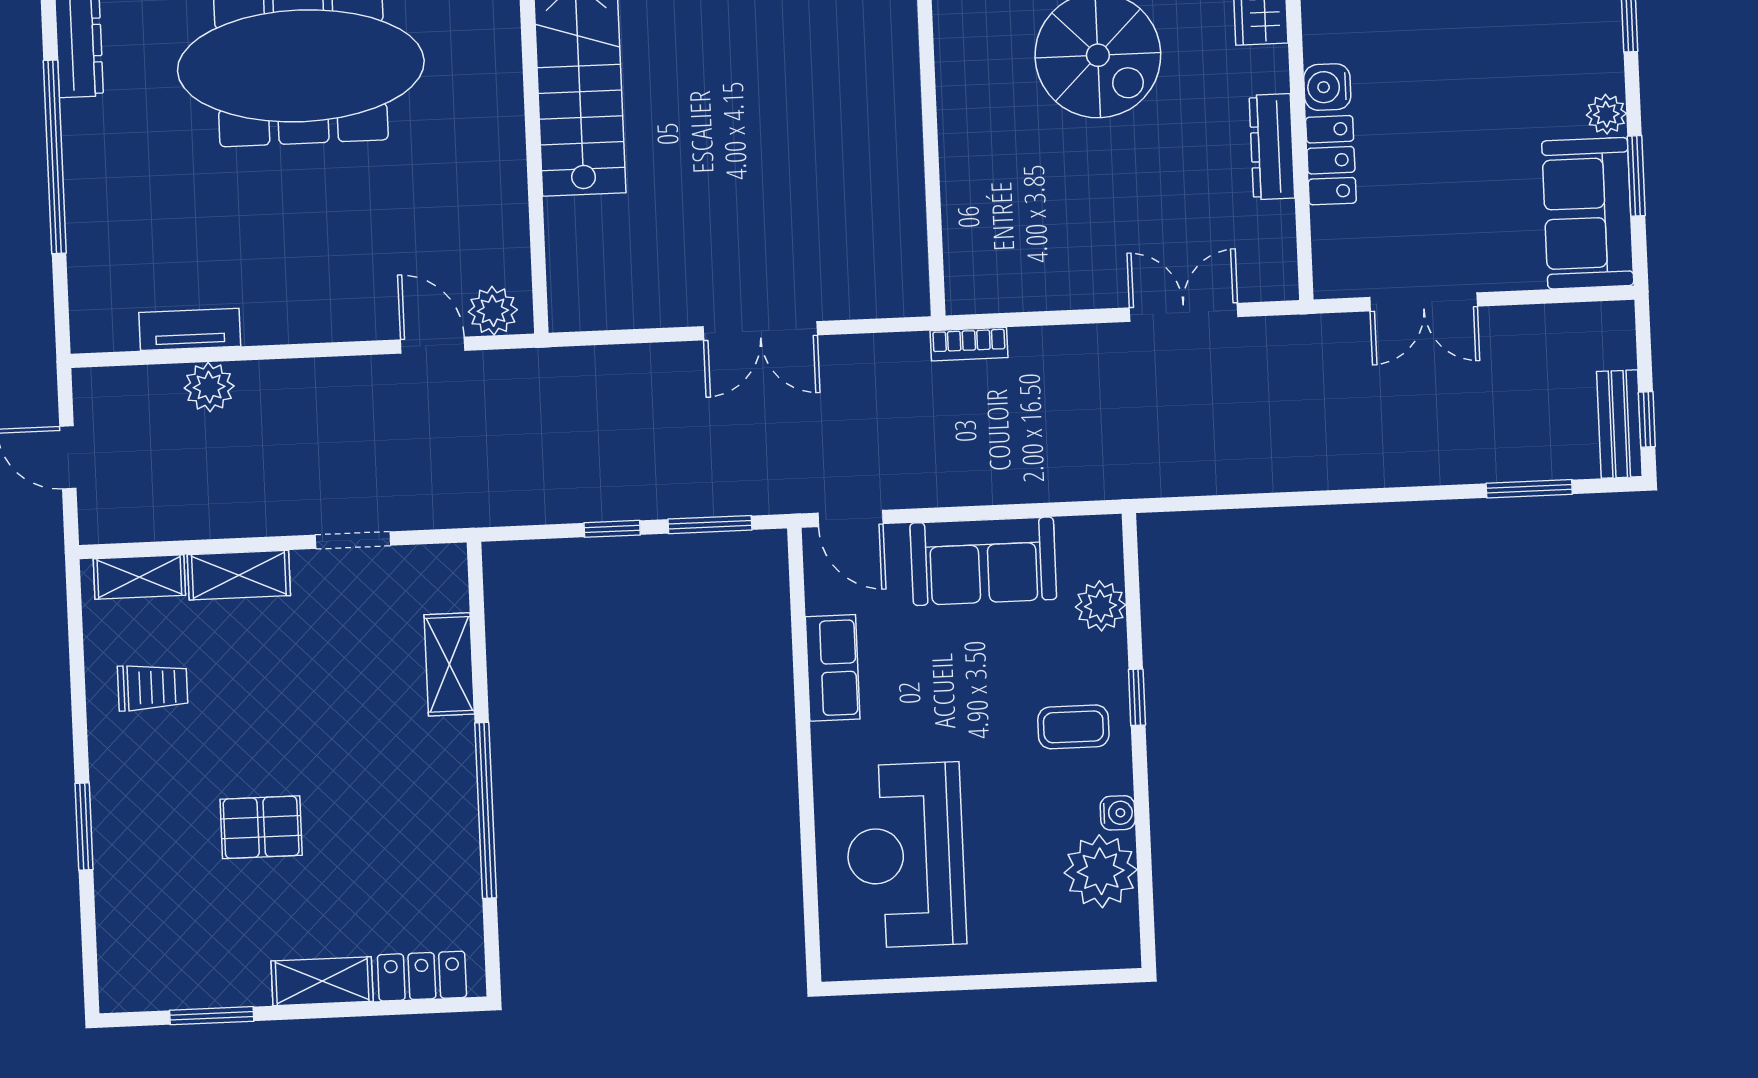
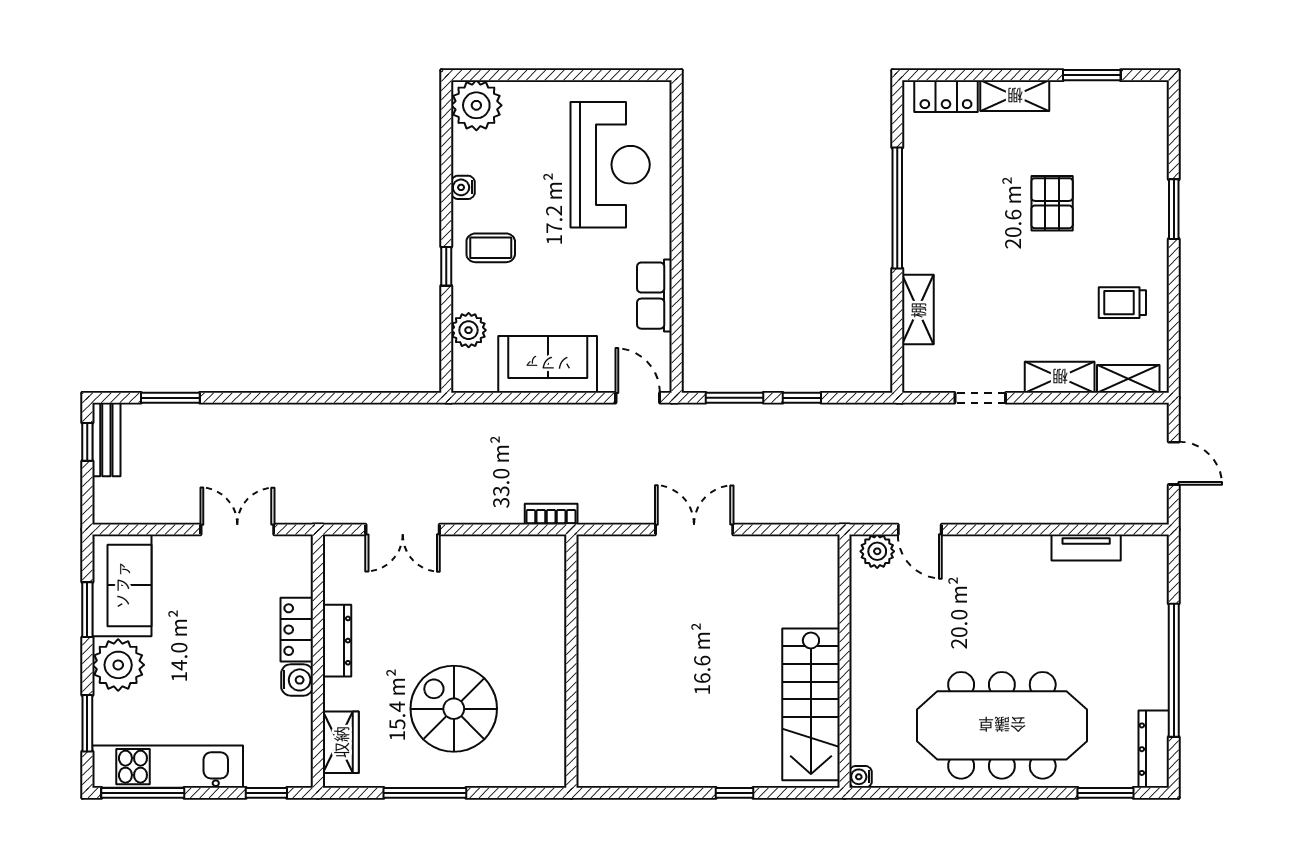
plant: (1606, 114) -> (118, 665), width x1.87, depth x1.87
plant: (209, 387) -> (1075, 507), removed
pallet: (261, 827) -> (1052, 203), turned 90
plant: (1101, 871) -> (476, 105), moved

